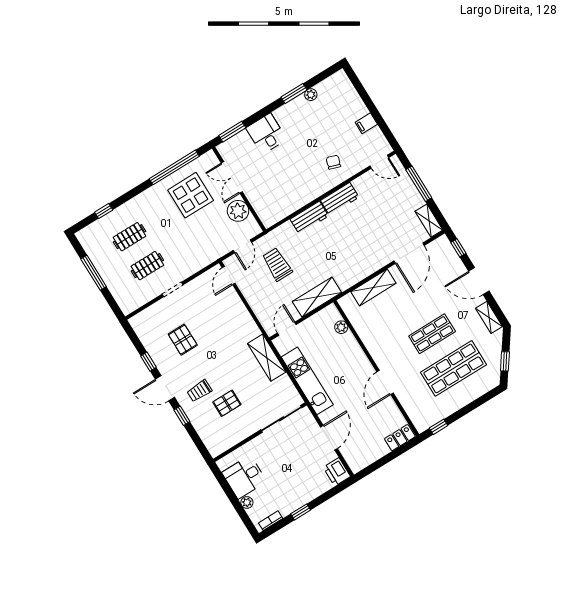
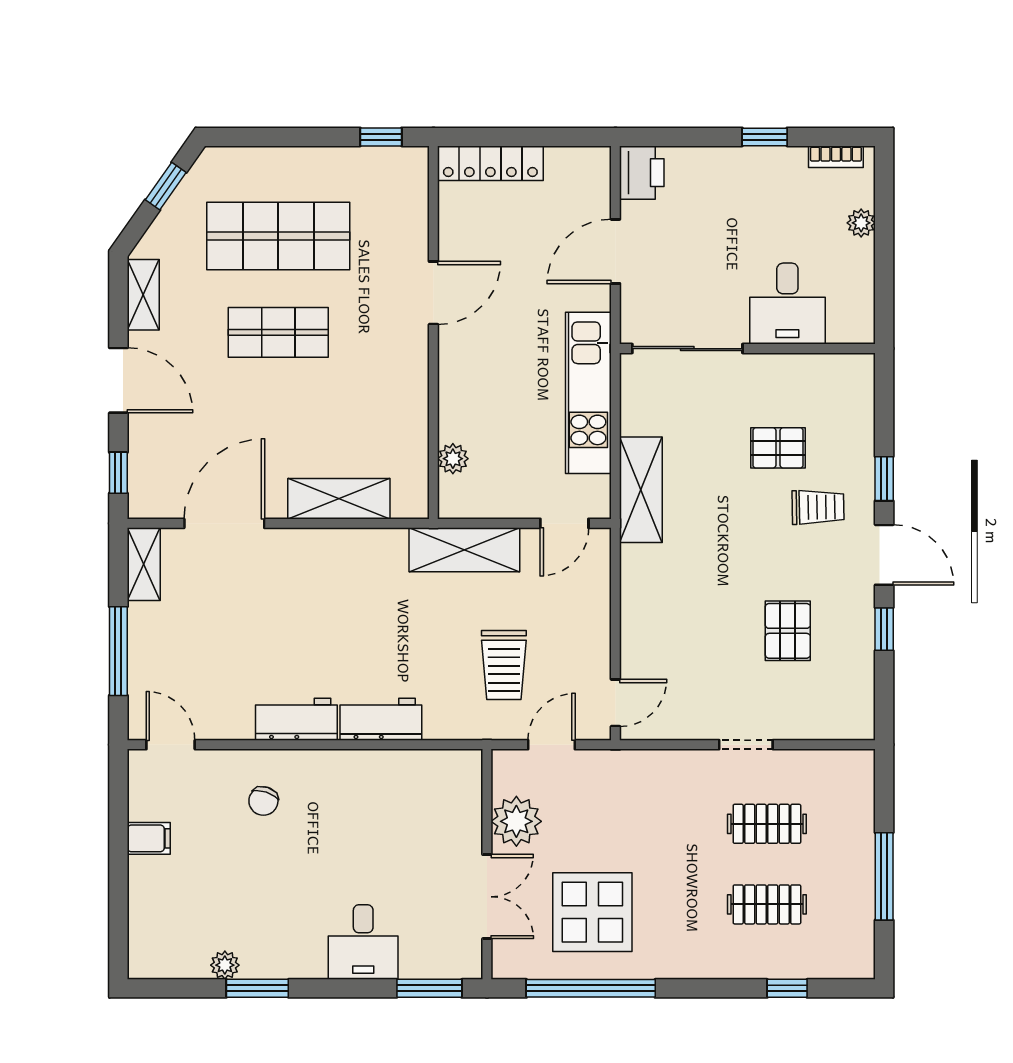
locker: (400, 438) -> (490, 163), width x1.53
desk: (244, 477) -> (787, 304), moved, turned 90

